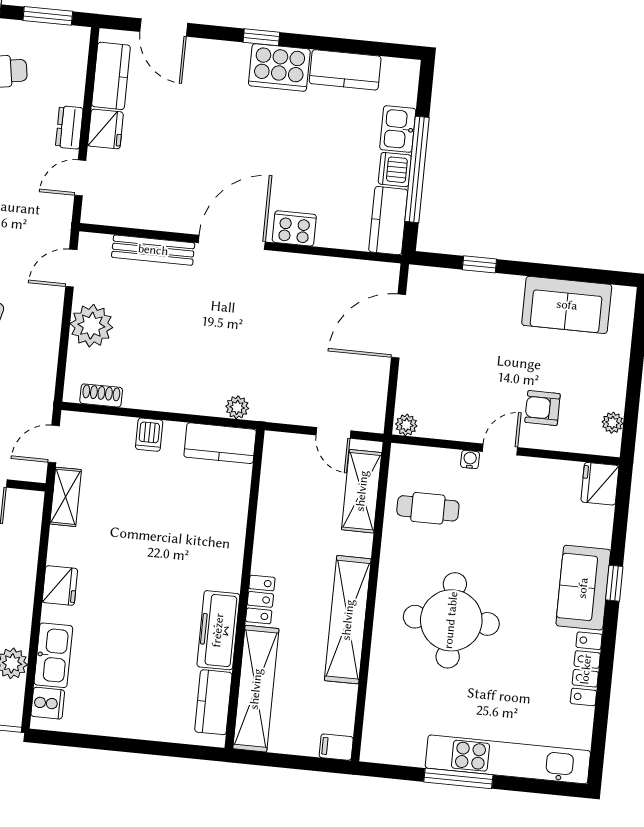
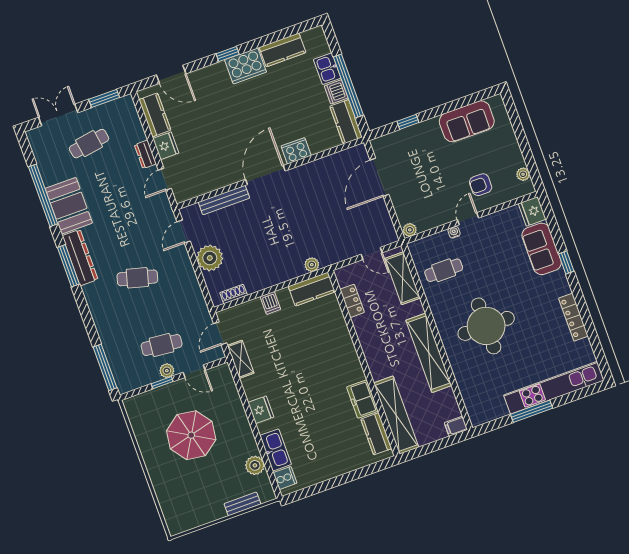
sofa: (583, 588) -> (542, 249), moved
locker: (260, 599) -> (352, 301), moved
freezer: (218, 630) -> (362, 399), width x0.71

